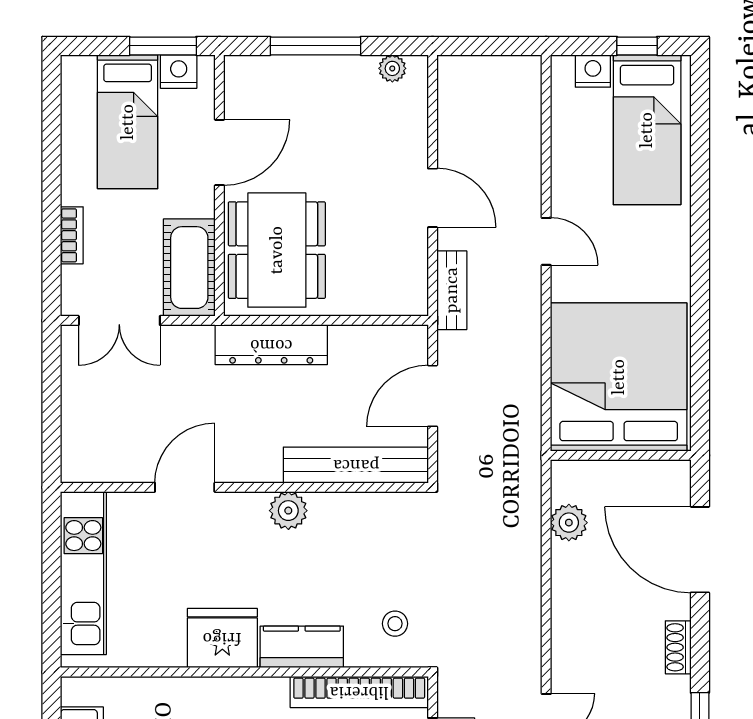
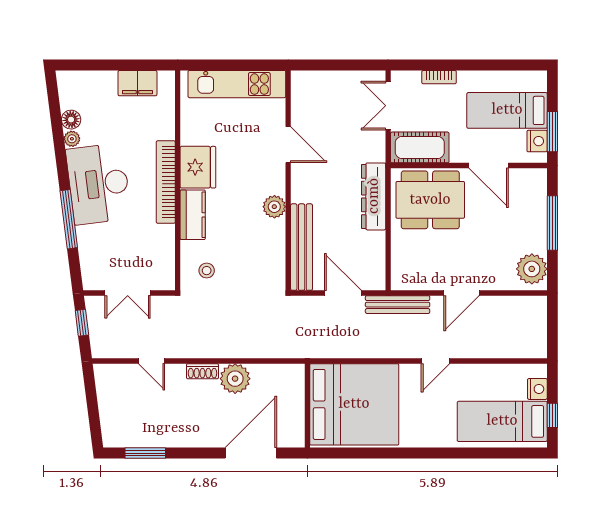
plant: (392, 68) -> (532, 269), width x1.88, depth x1.88
bench: (452, 290) -> (398, 305), width x1.36
plant: (569, 523) -> (235, 379), moved, width x1.36, depth x1.36
shoe rack: (678, 647) -> (202, 371), moved, turned 180
bookcase: (359, 692) -> (166, 182), moved

